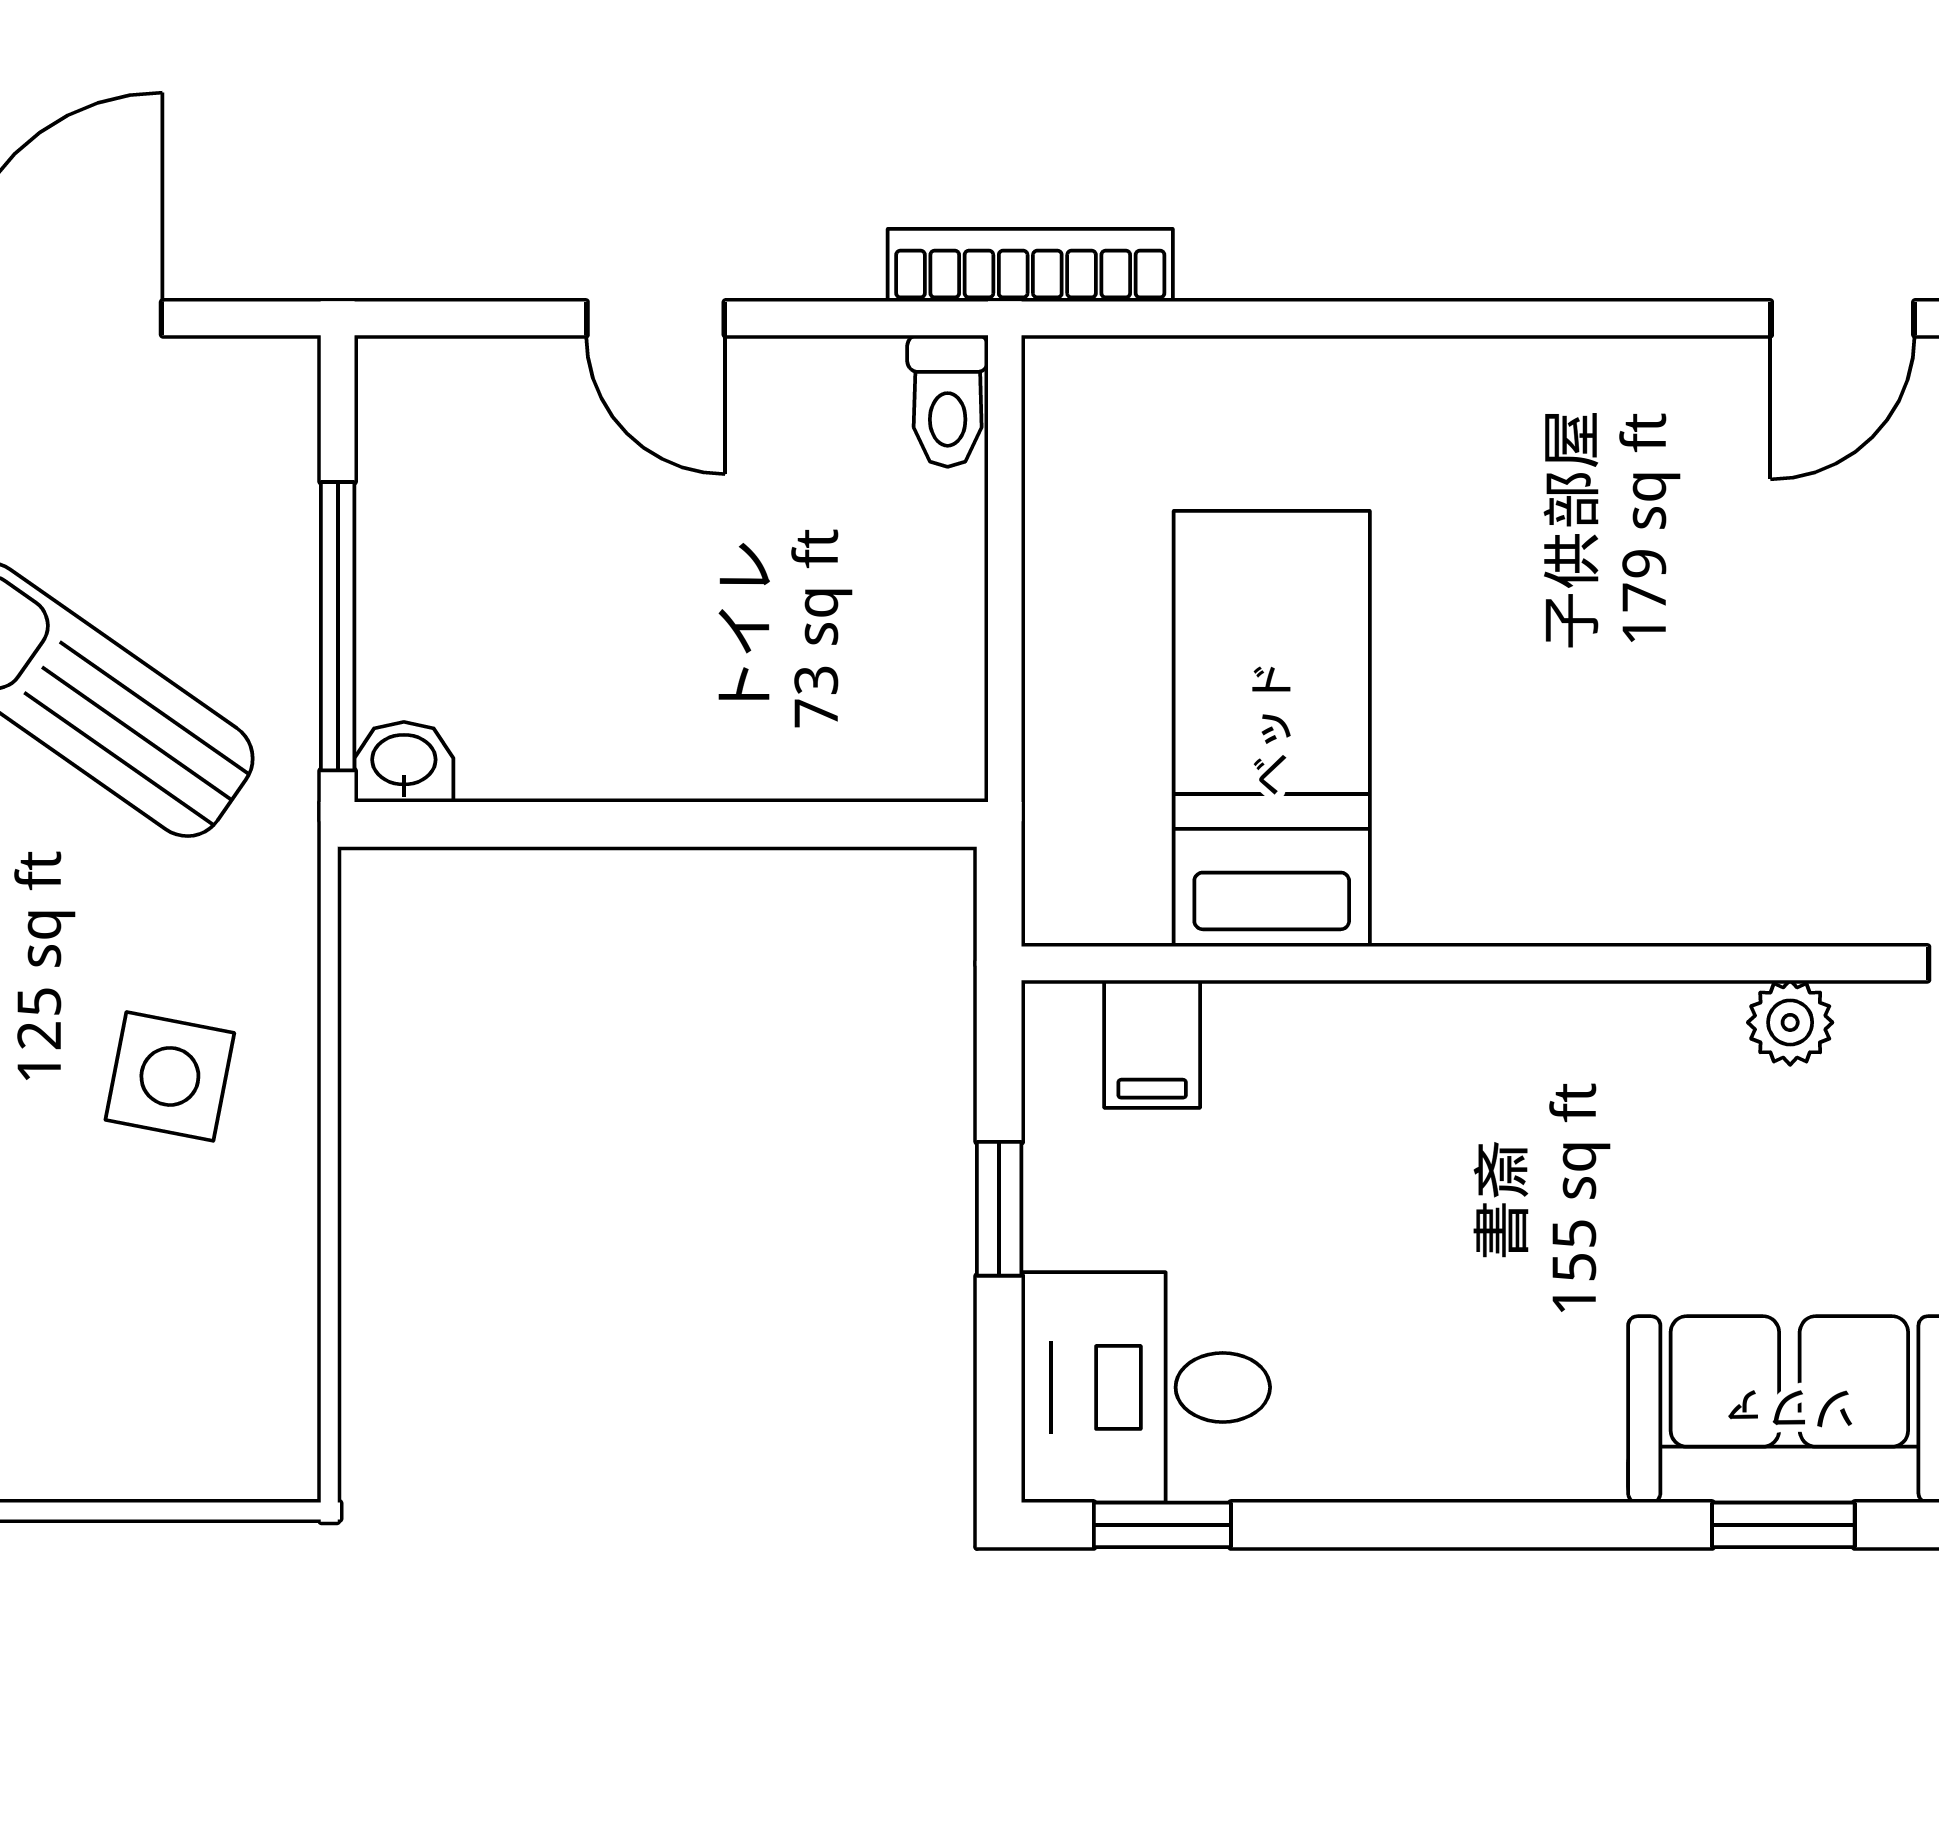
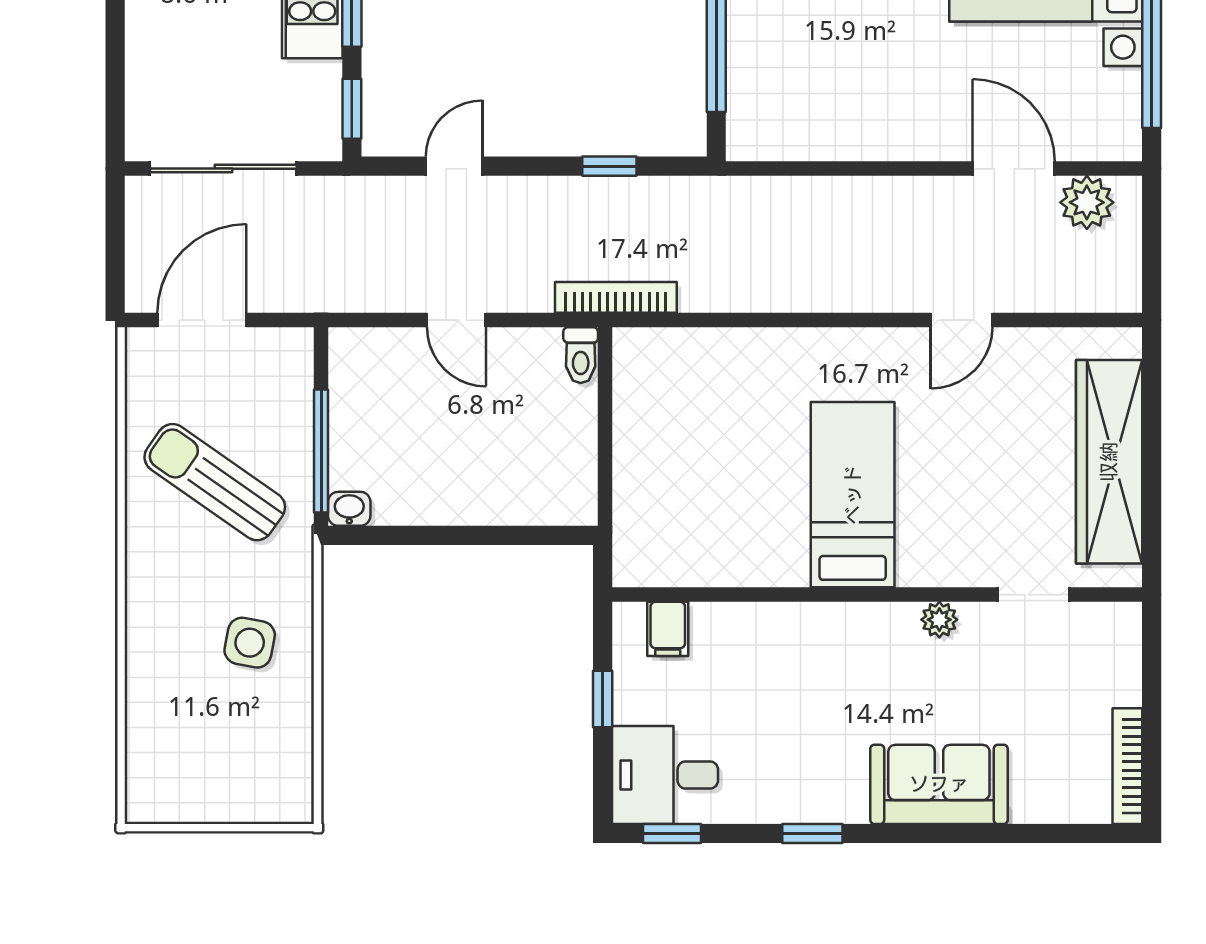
bed: (1272, 729) -> (853, 495), moved
window: (1783, 1525) -> (812, 834), moved

